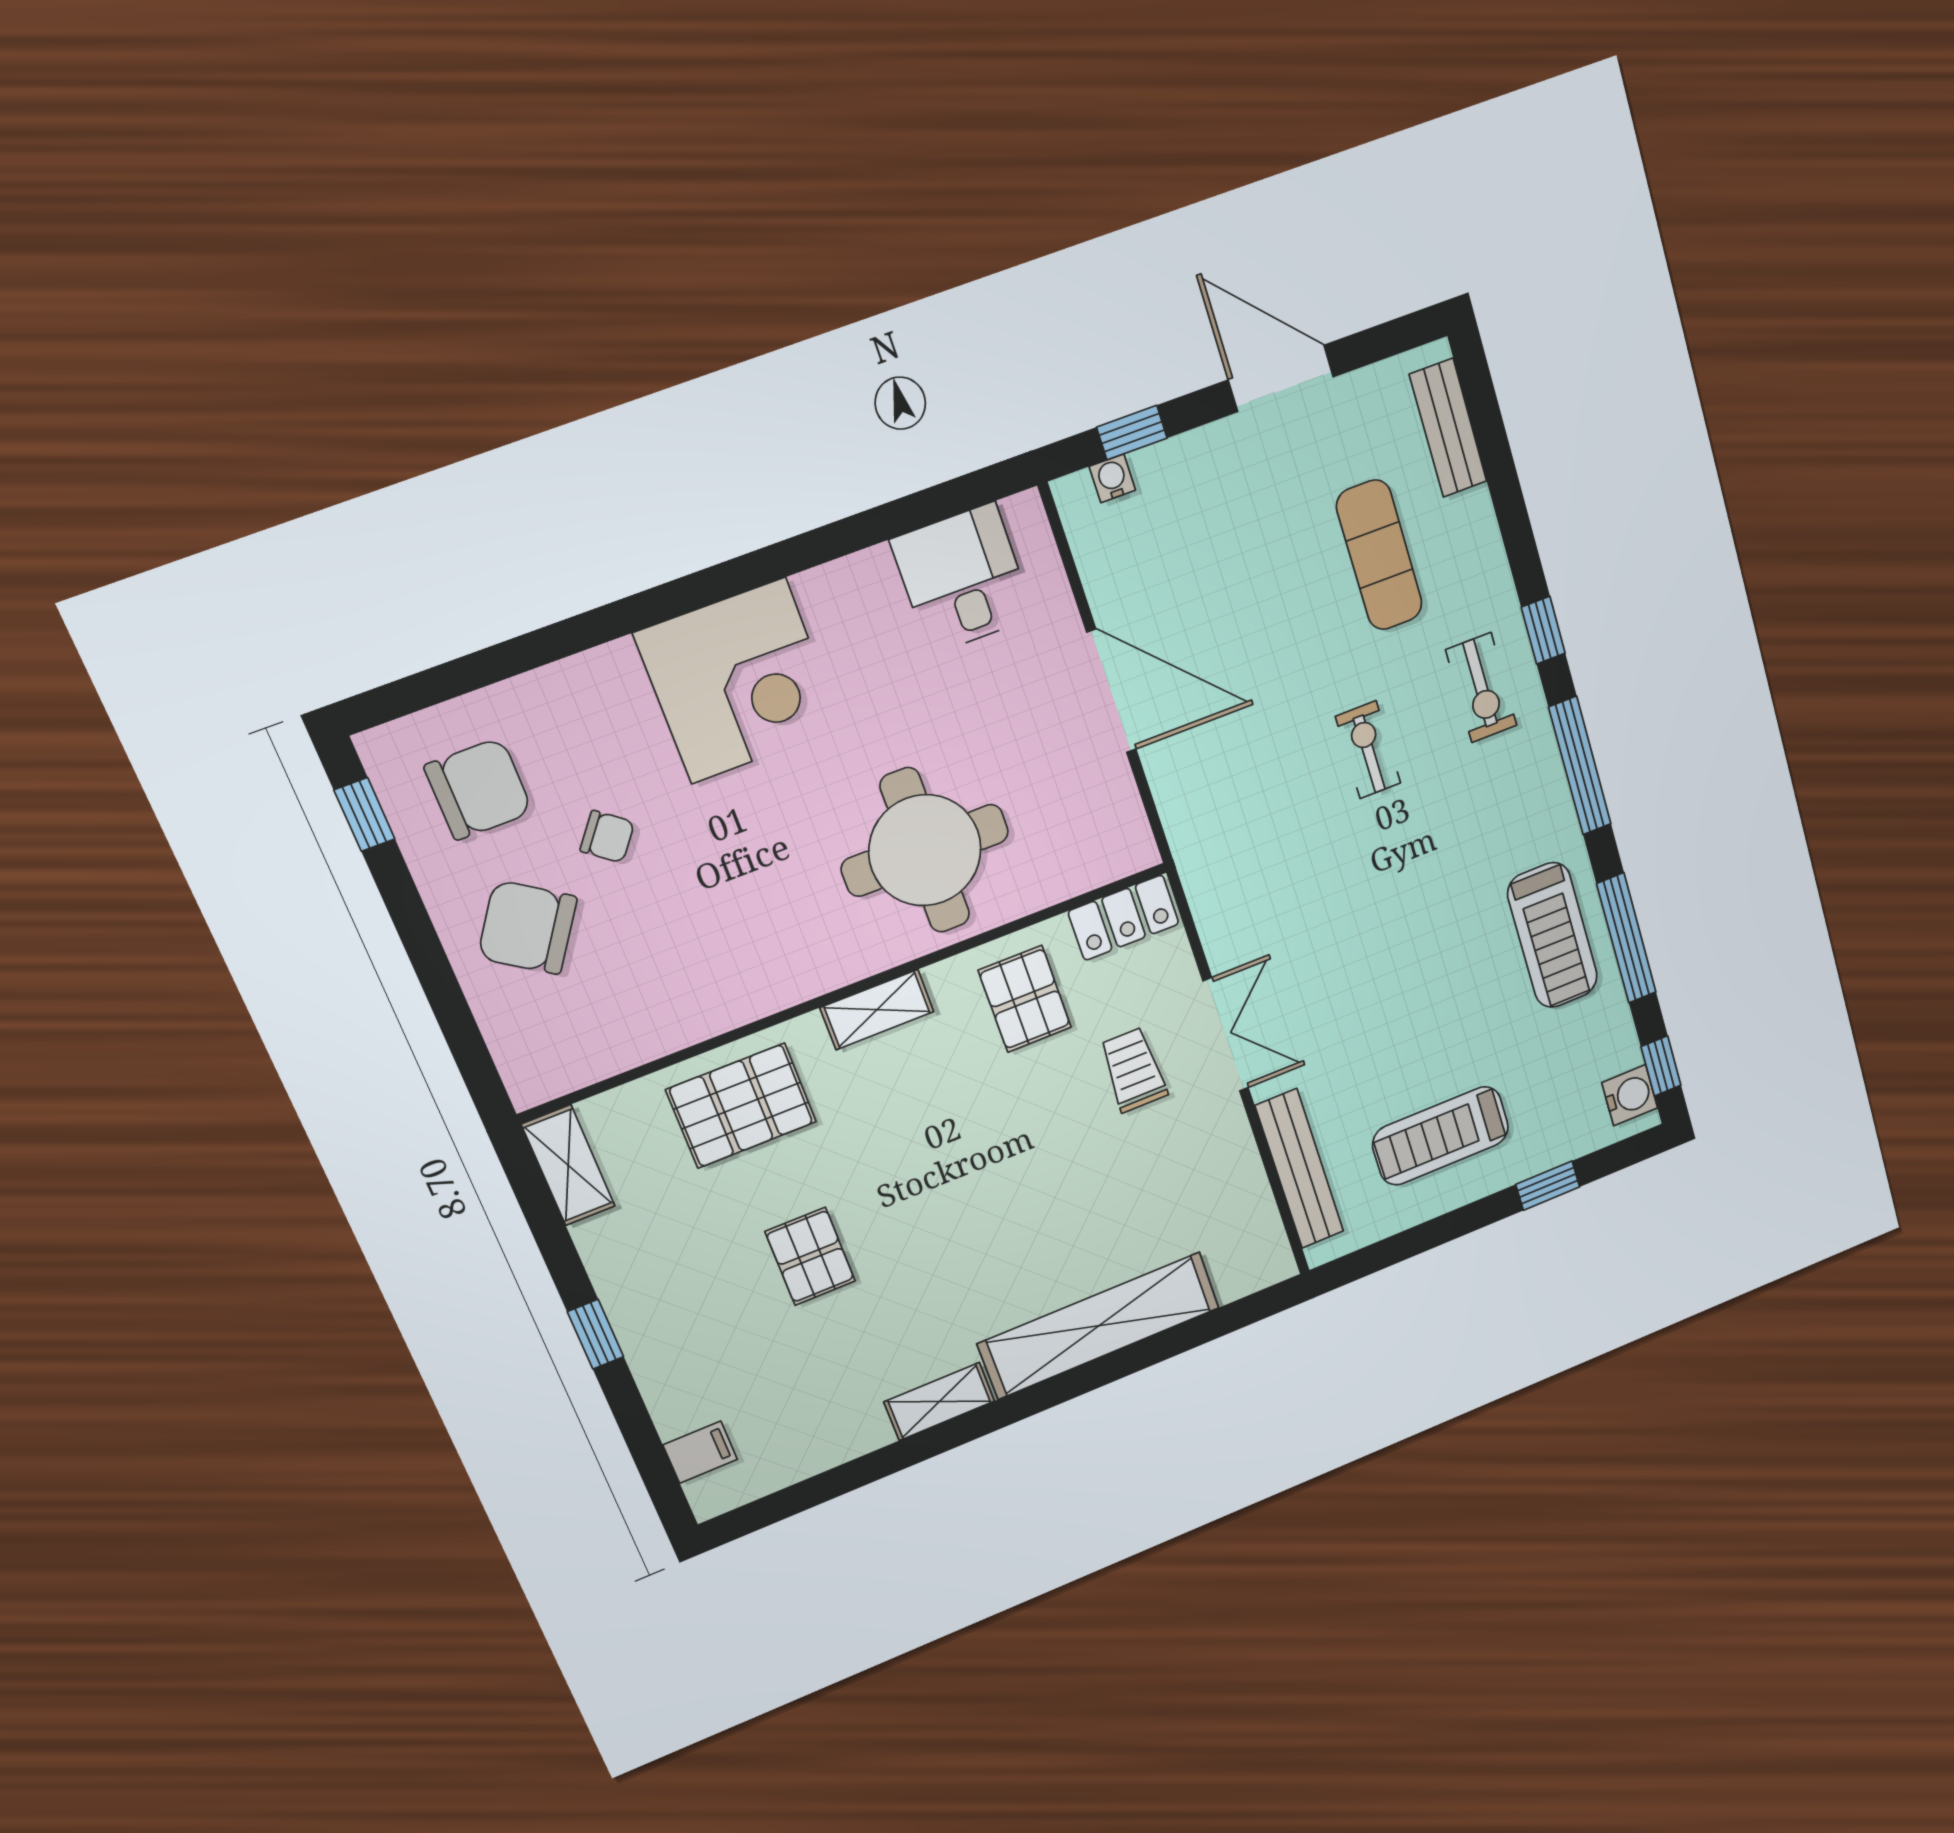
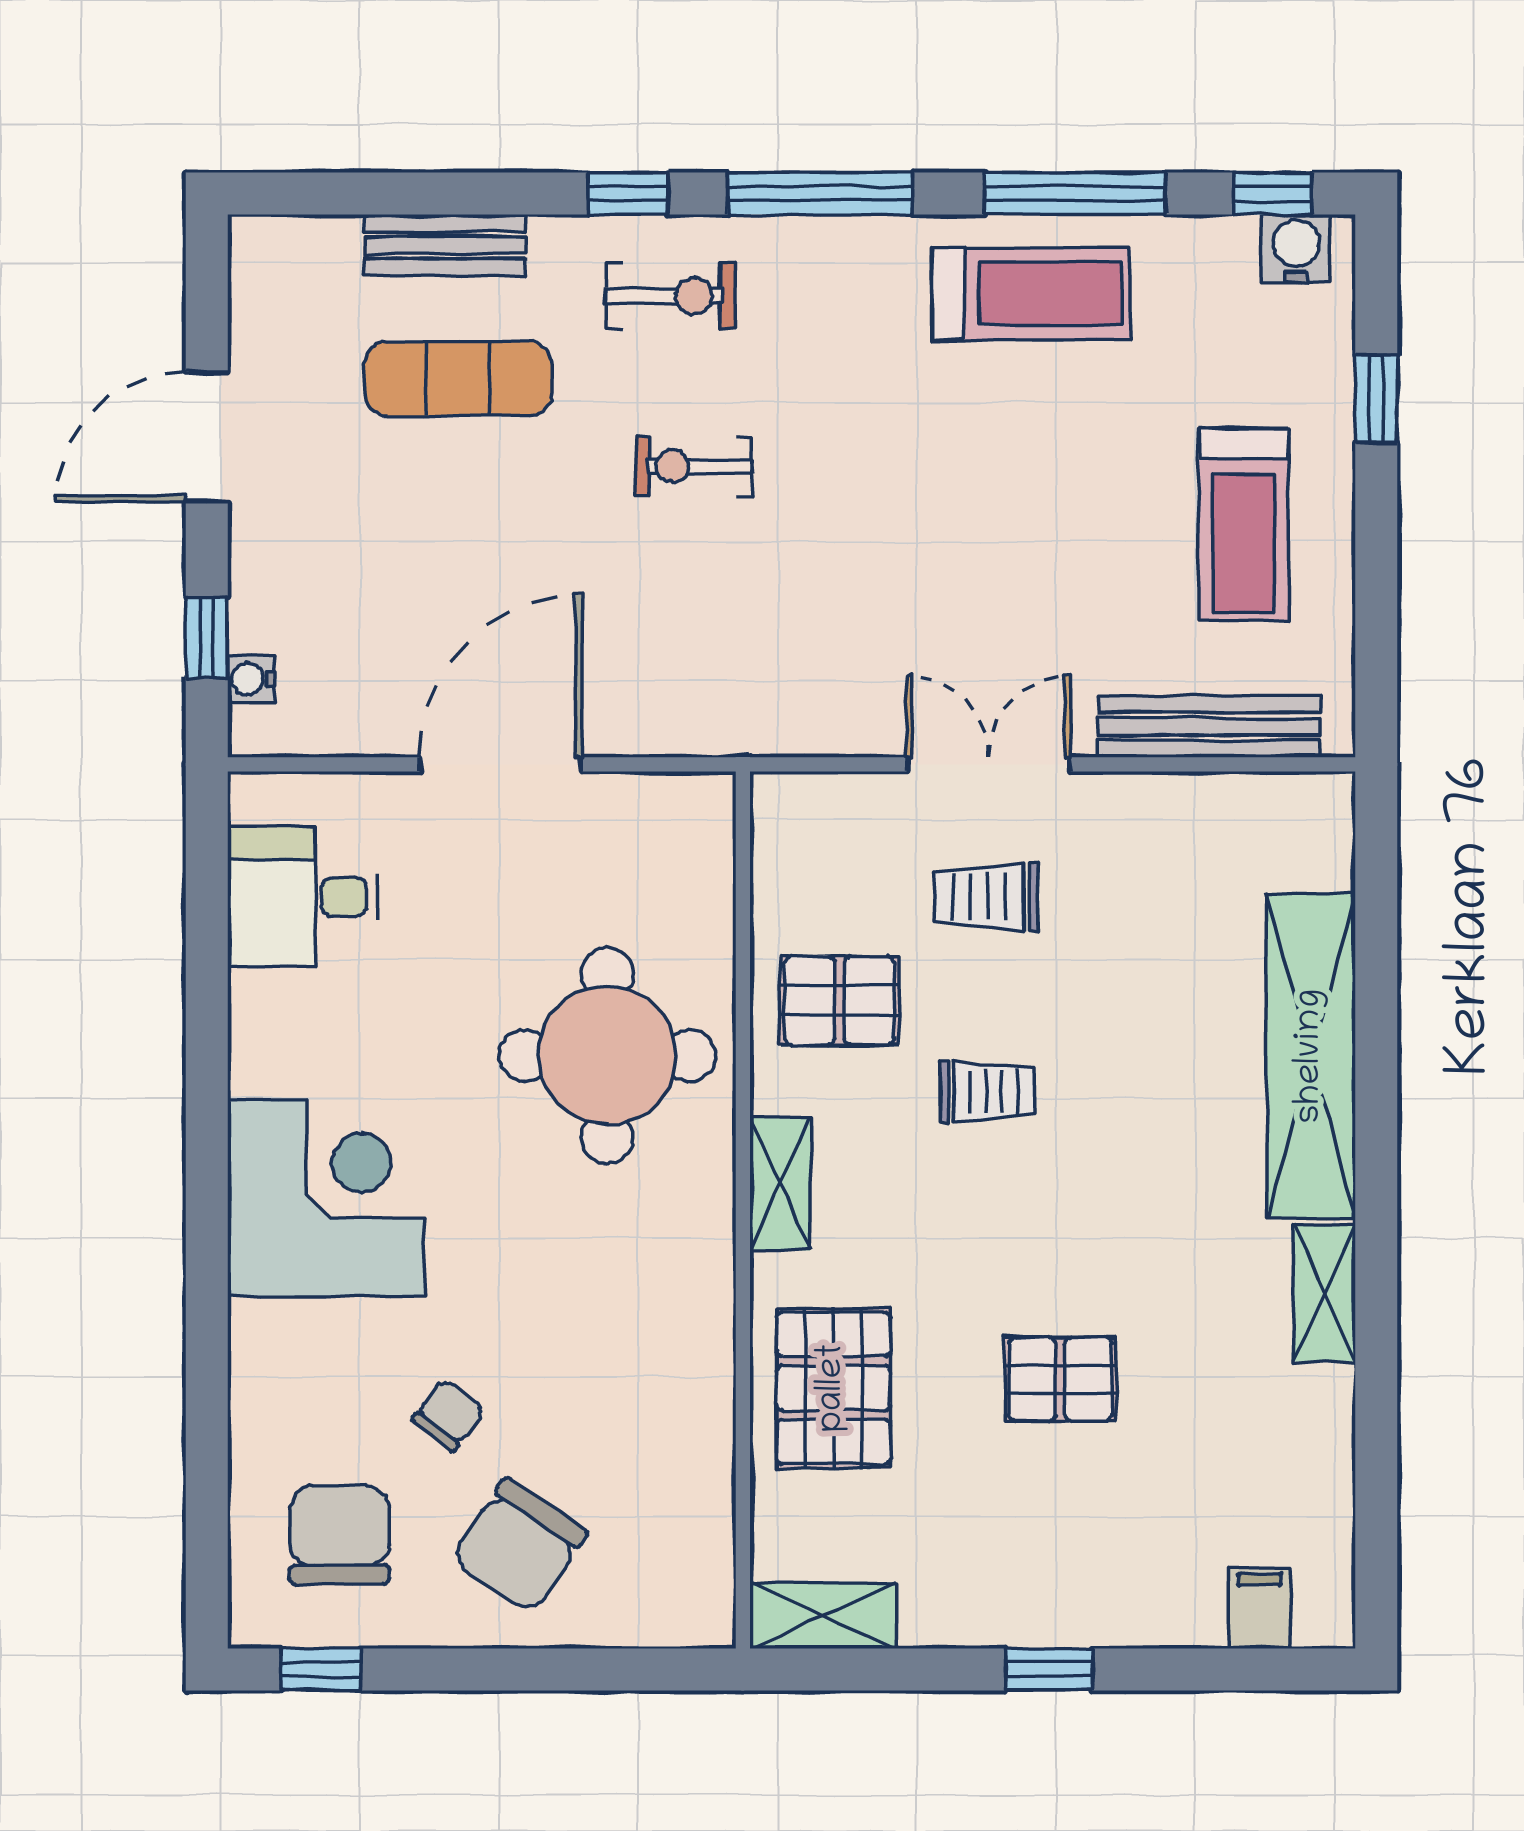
bench: (1448, 428) -> (445, 245), moved
locker: (1124, 918) -> (785, 843), removed
trolley: (997, 1125) -> (987, 1091), added

